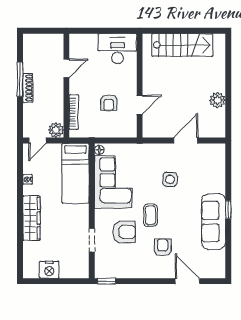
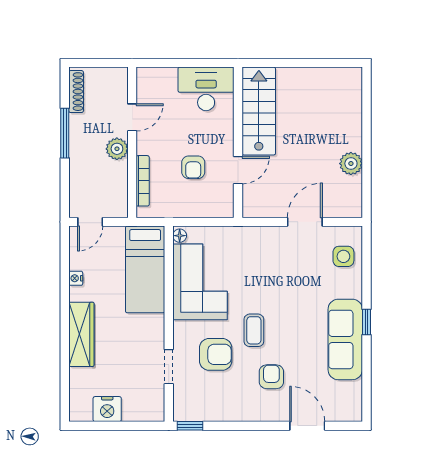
stairs: (182, 45) -> (259, 111), moved, turned -90
shoe rack: (28, 88) -> (76, 92), moved
plant: (56, 130) -> (117, 149), moved
side table: (170, 179) -> (343, 256), moved

